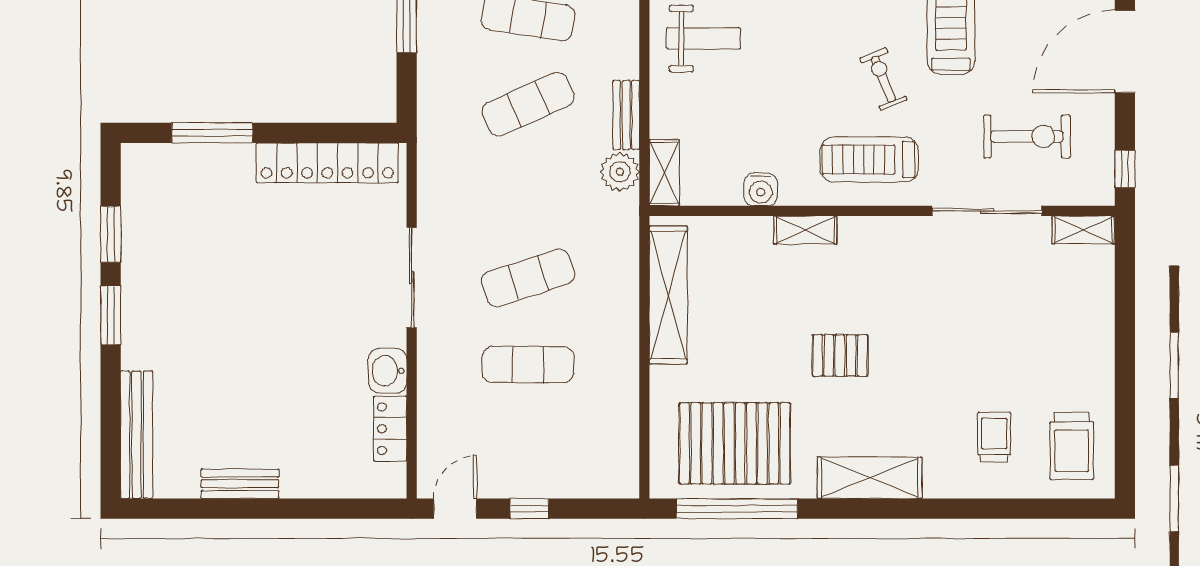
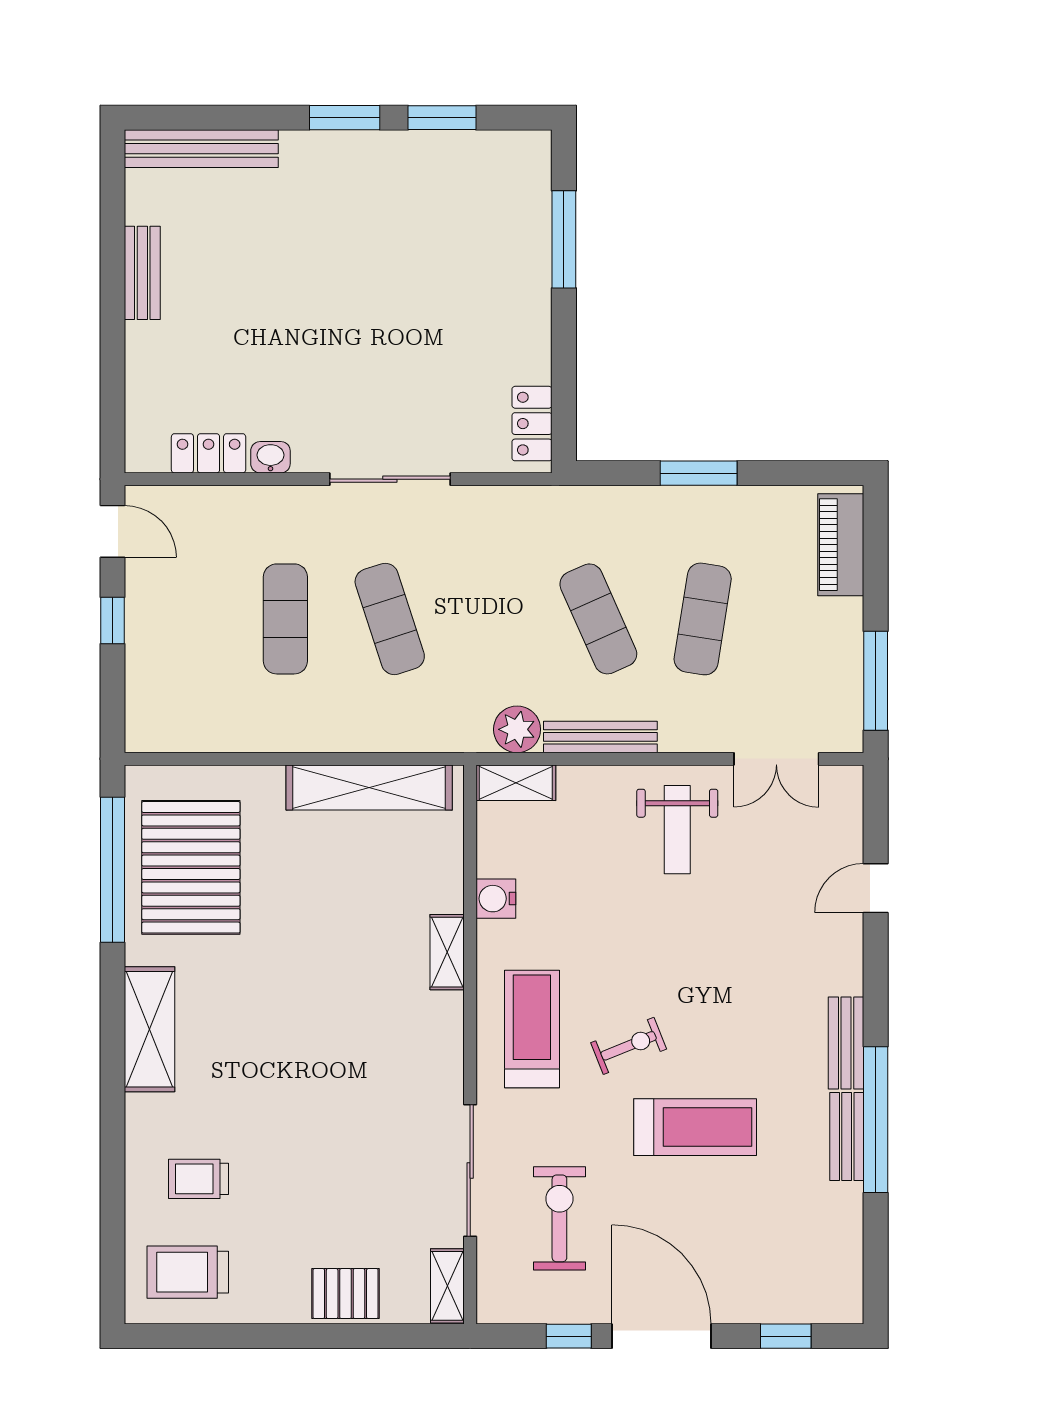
bench: (626, 115) -> (600, 737), width x1.36
exercise bike: (1027, 137) -> (559, 1218), turned 180
locker: (327, 163) -> (532, 424), width x0.46, depth x0.83
window: (1125, 169) -> (569, 1336), moved
pallet: (840, 355) -> (346, 1294), moved, turned 90
washbasin: (388, 371) -> (270, 457), width x0.72, depth x0.69
trolley: (994, 437) -> (198, 1179), turned 180

